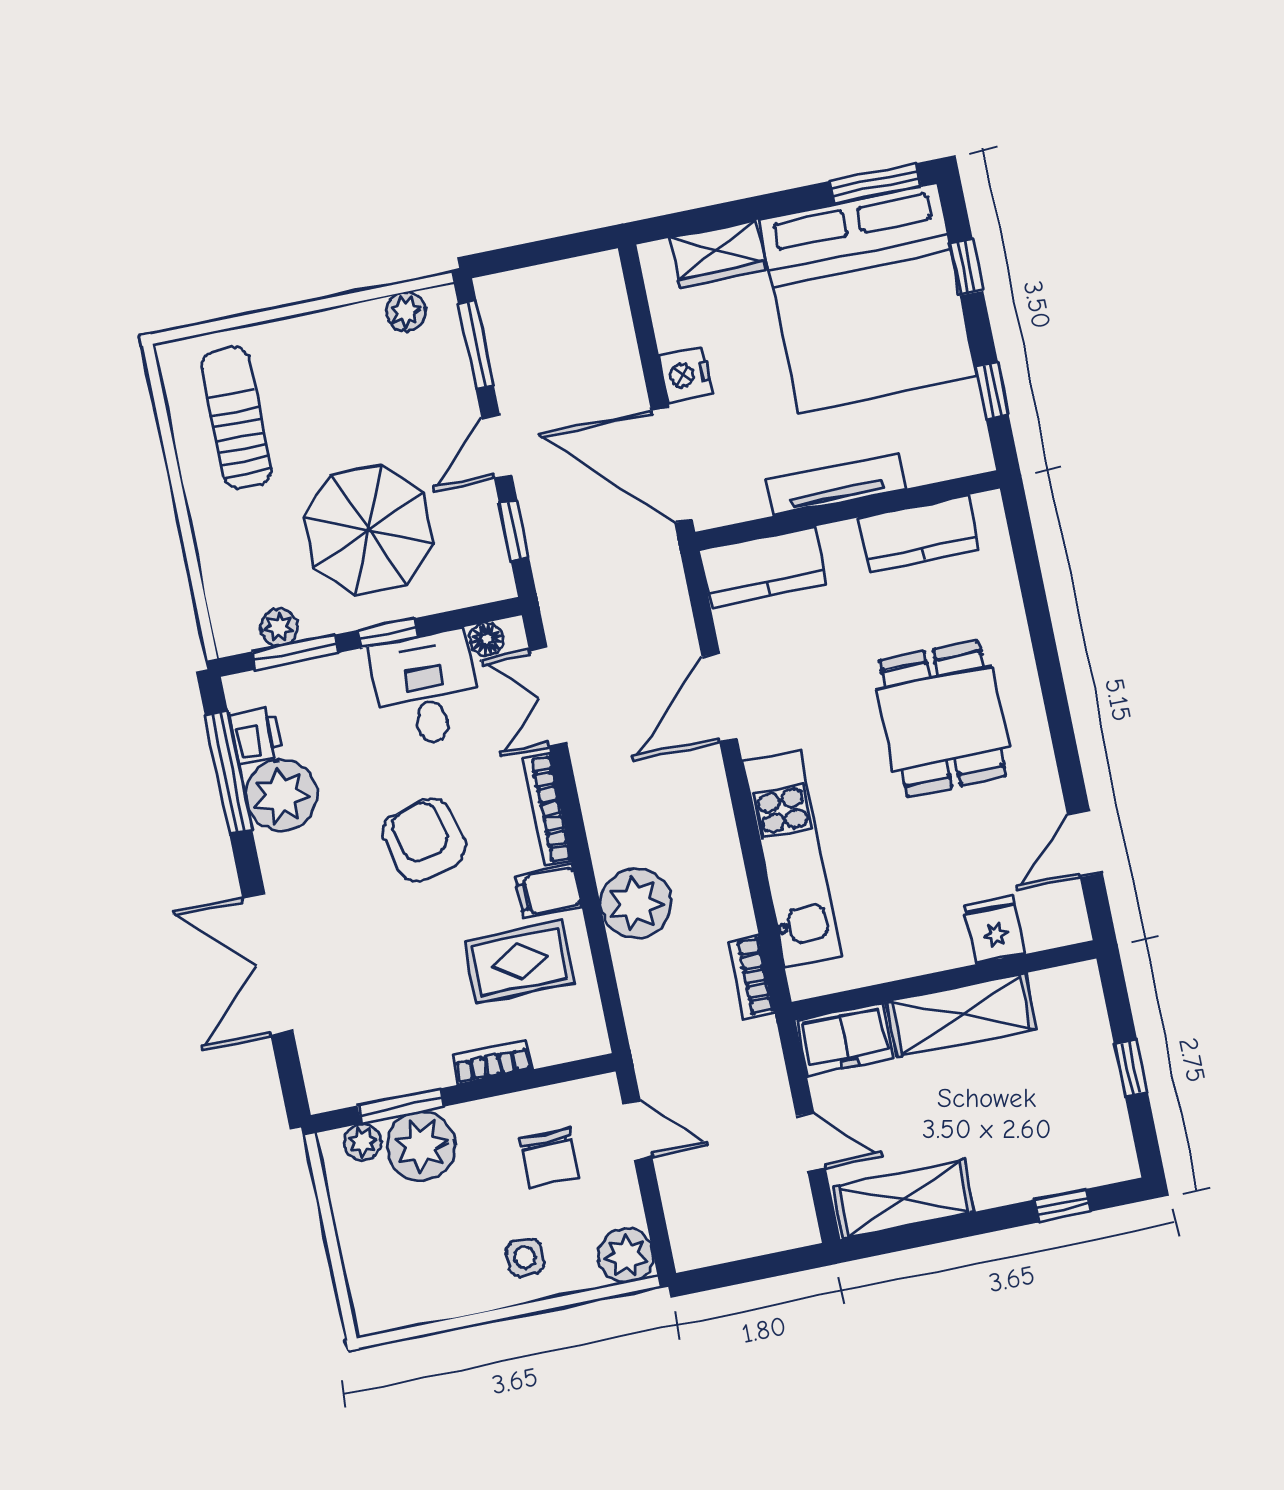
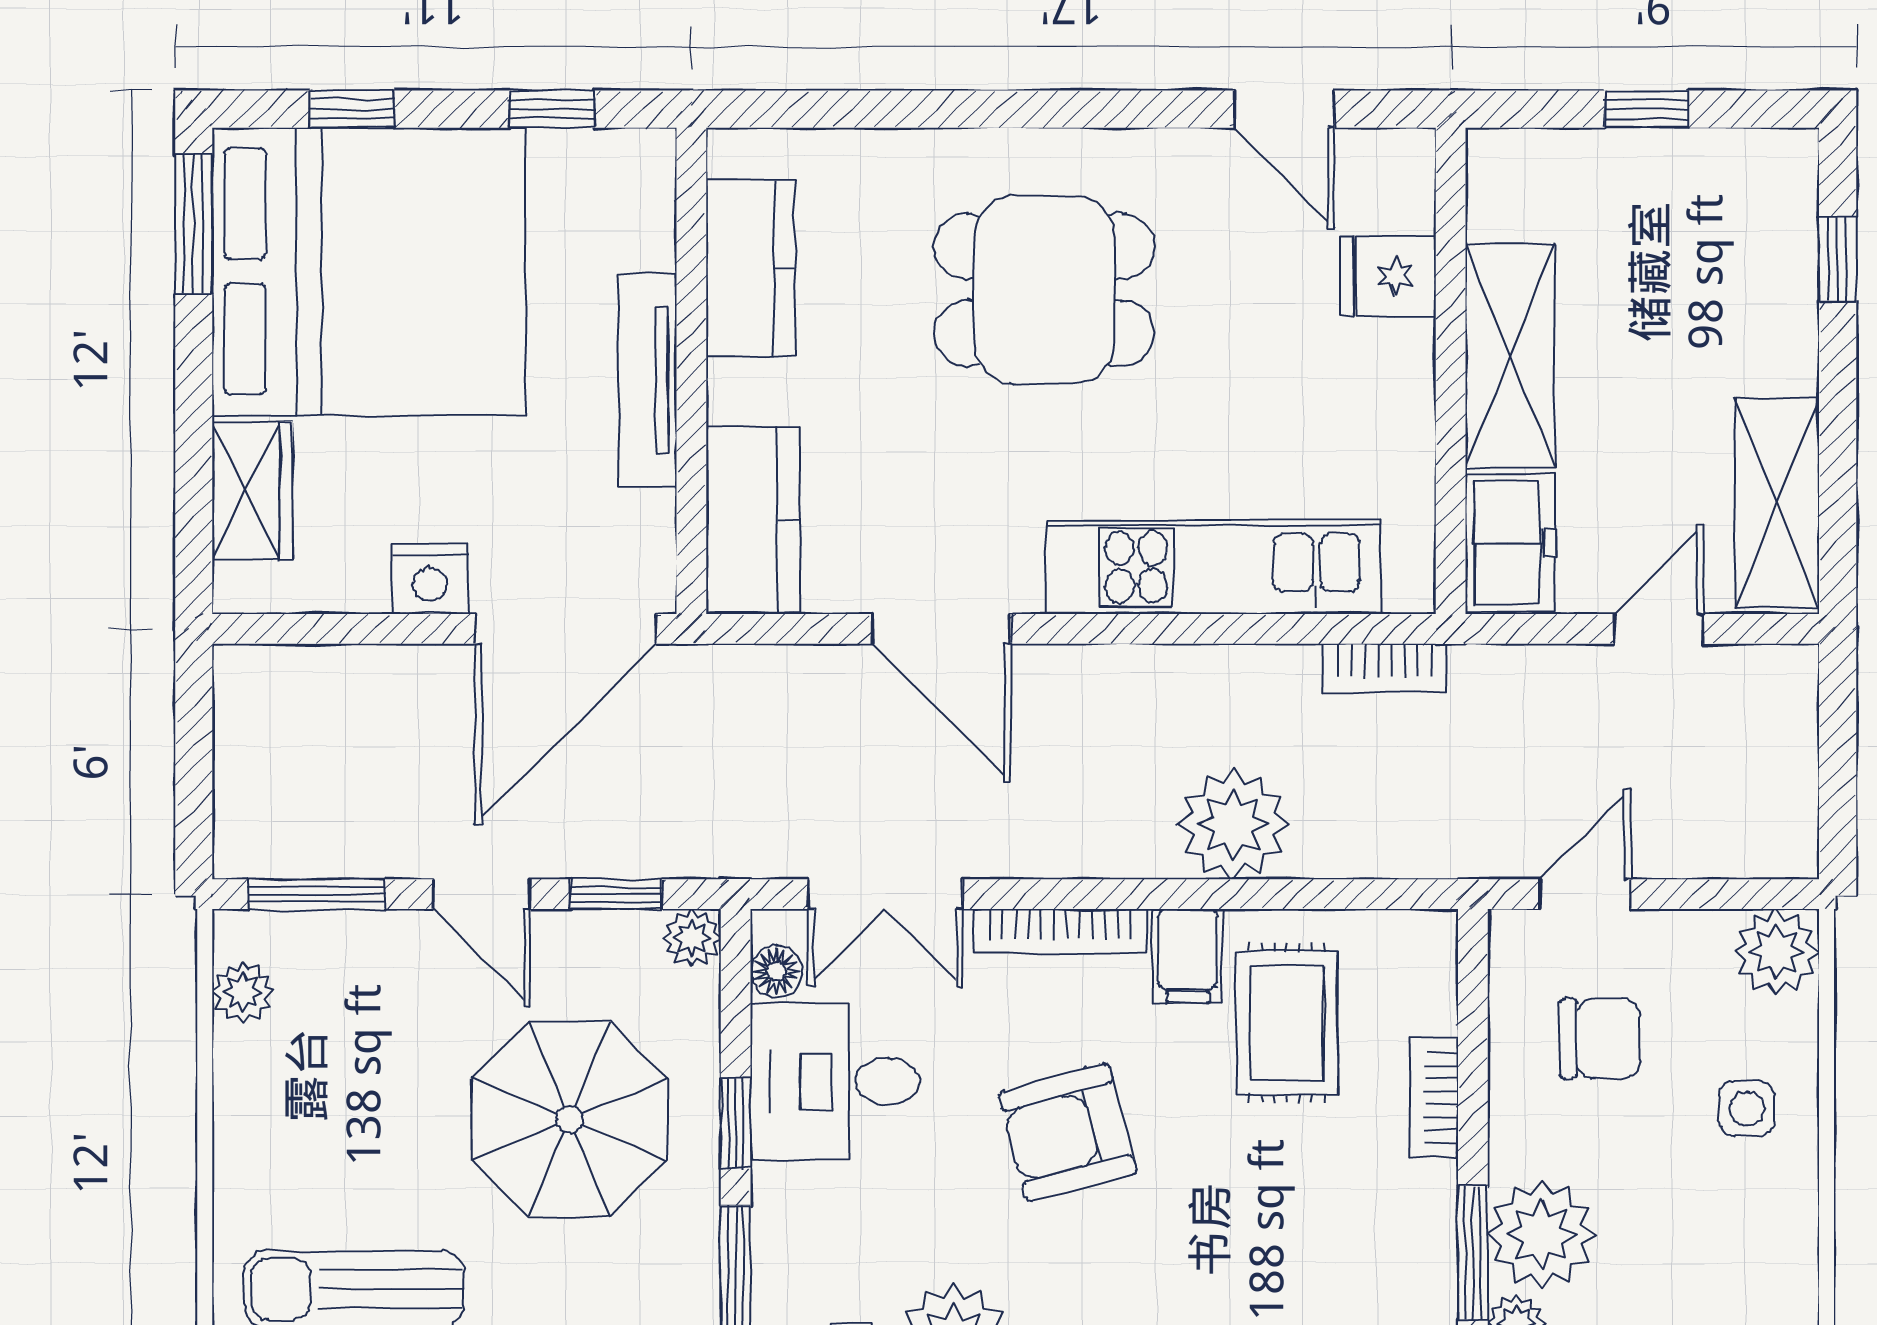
plant: (279, 627) -> (692, 938), moved

